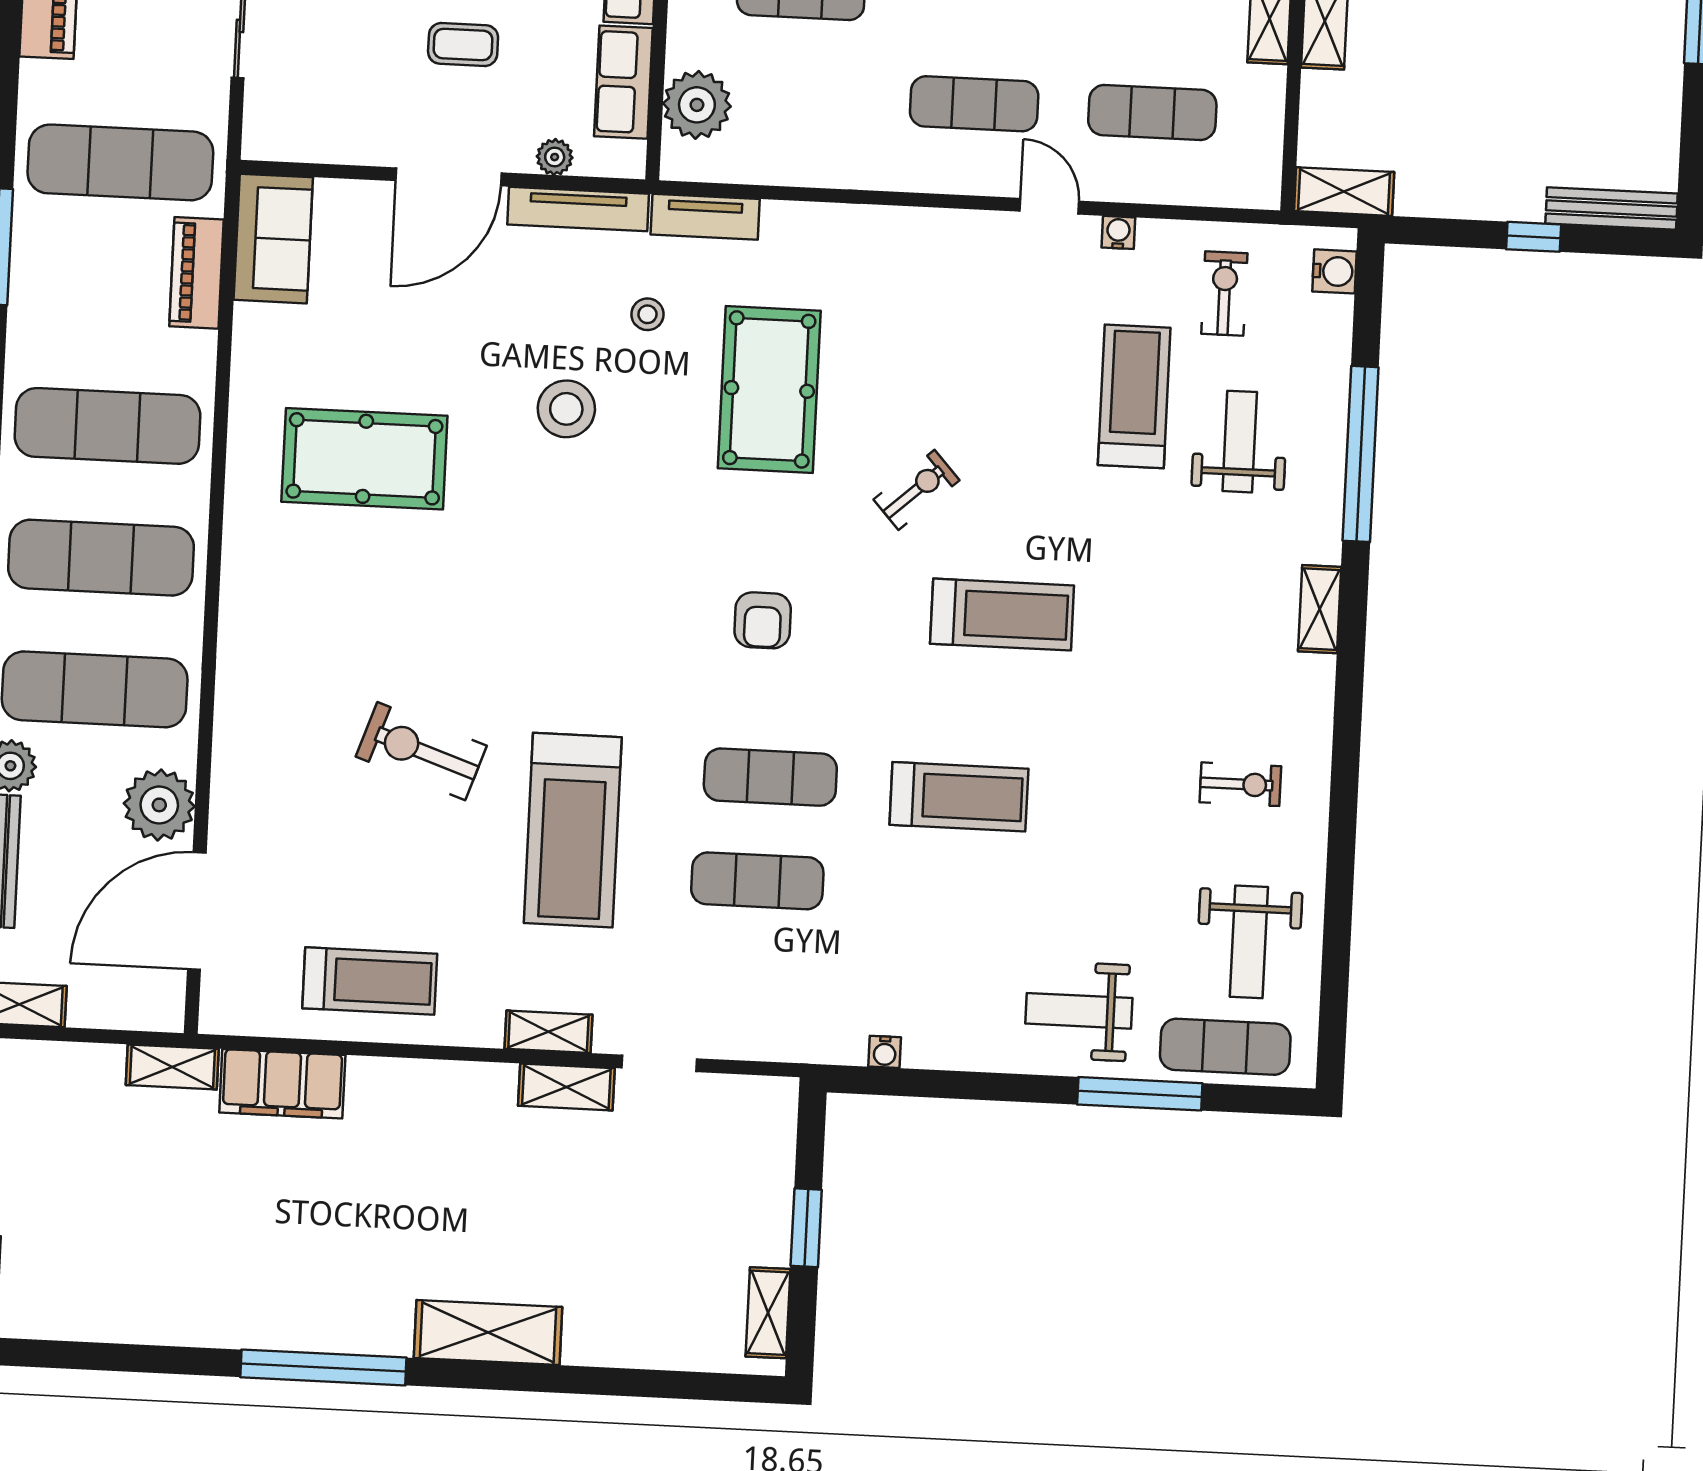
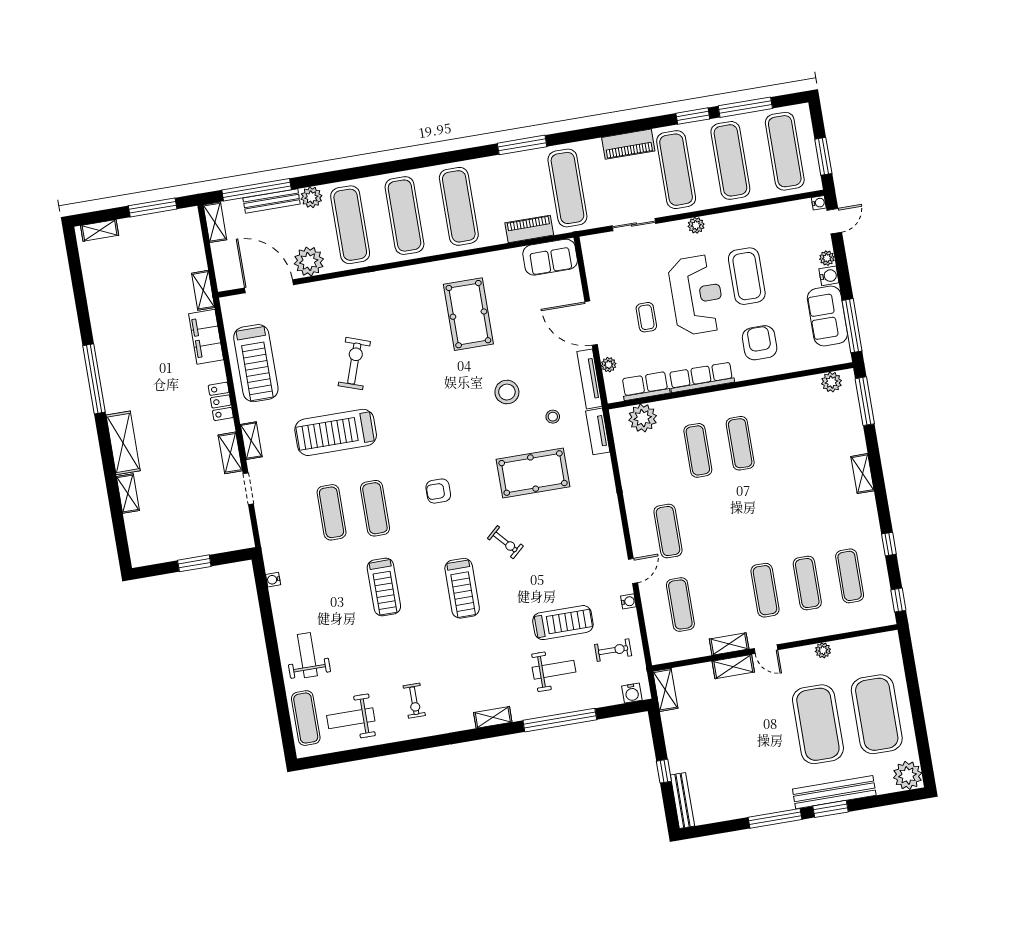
treadmill: (370, 981) -> (256, 363), width x1.37, depth x1.38
locker: (441, 1083) -> (221, 401), added
window: (1140, 1094) -> (279, 687), removed
shelving: (768, 1313) -> (128, 494), moved, turned 90

